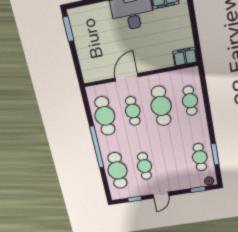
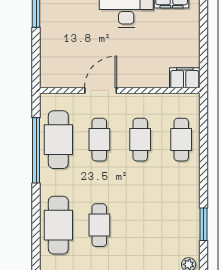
cafe table: (161, 106) -> (140, 140), width x0.73, depth x0.74
window: (97, 147) -> (36, 150), moved
cafe table: (200, 157) -> (181, 225), removed

